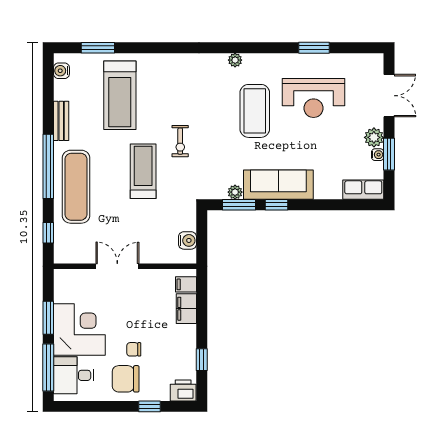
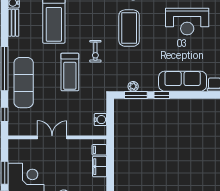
coffee table: (255, 111) -> (129, 28), moved
bench: (61, 121) -> (13, 23), moved
treadmill: (143, 171) -> (70, 72), turned 180
sofa: (278, 185) -> (183, 81), moved

